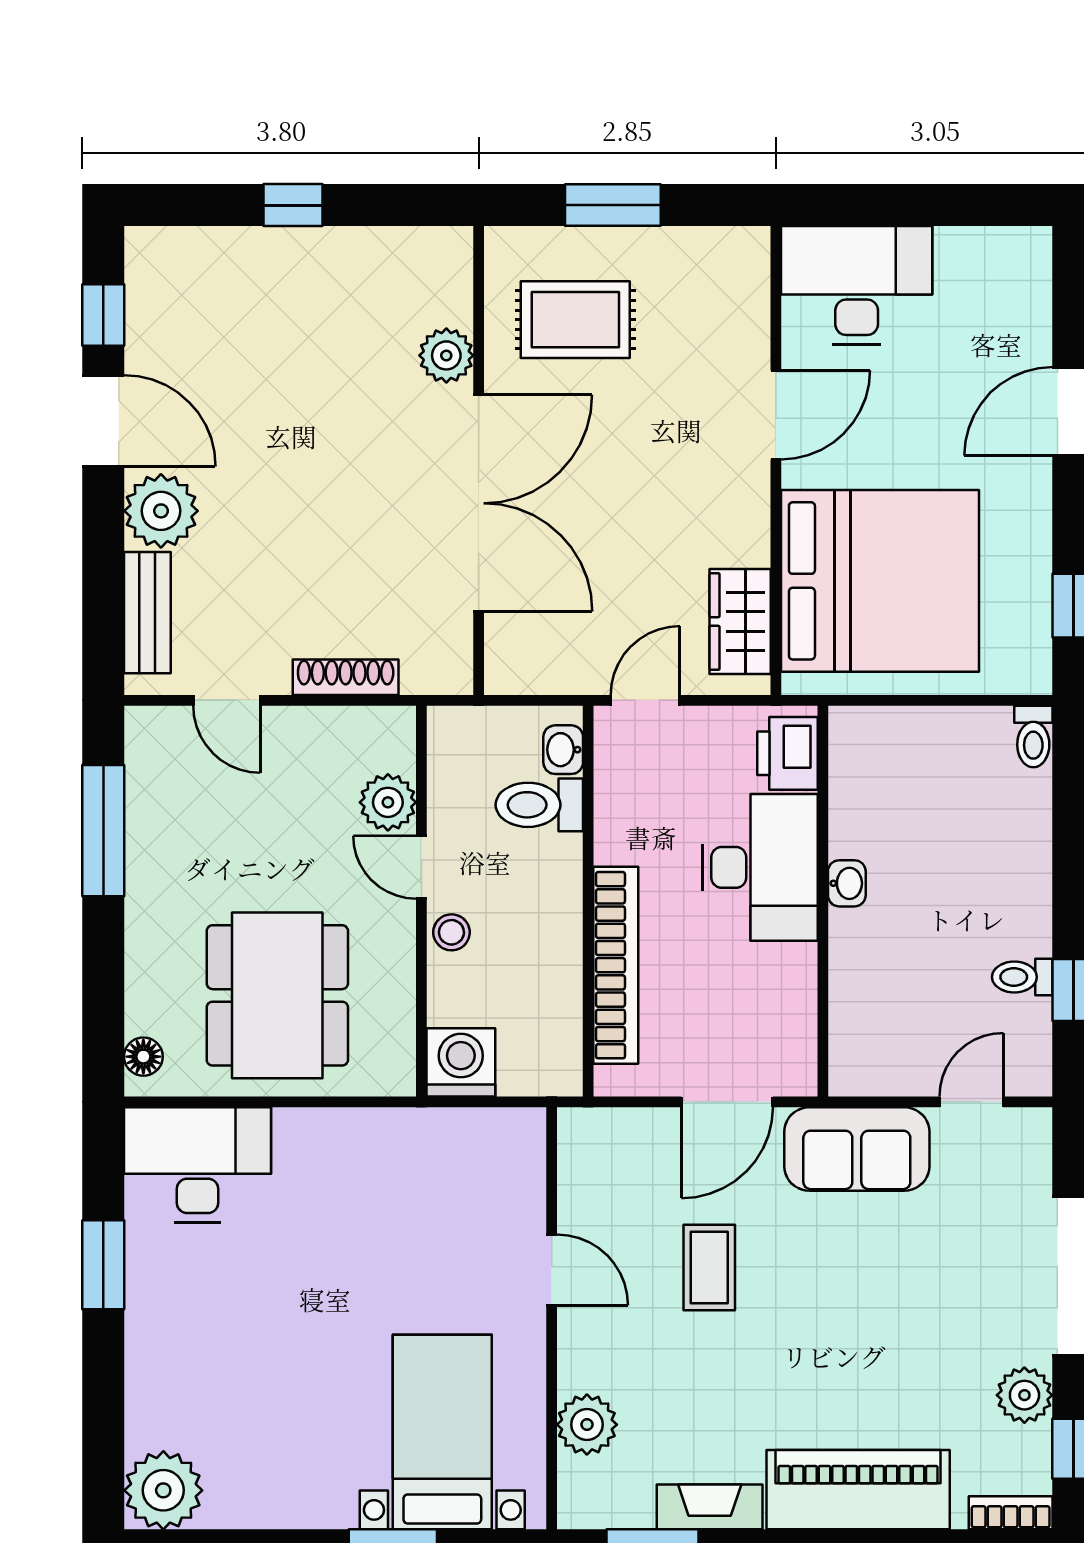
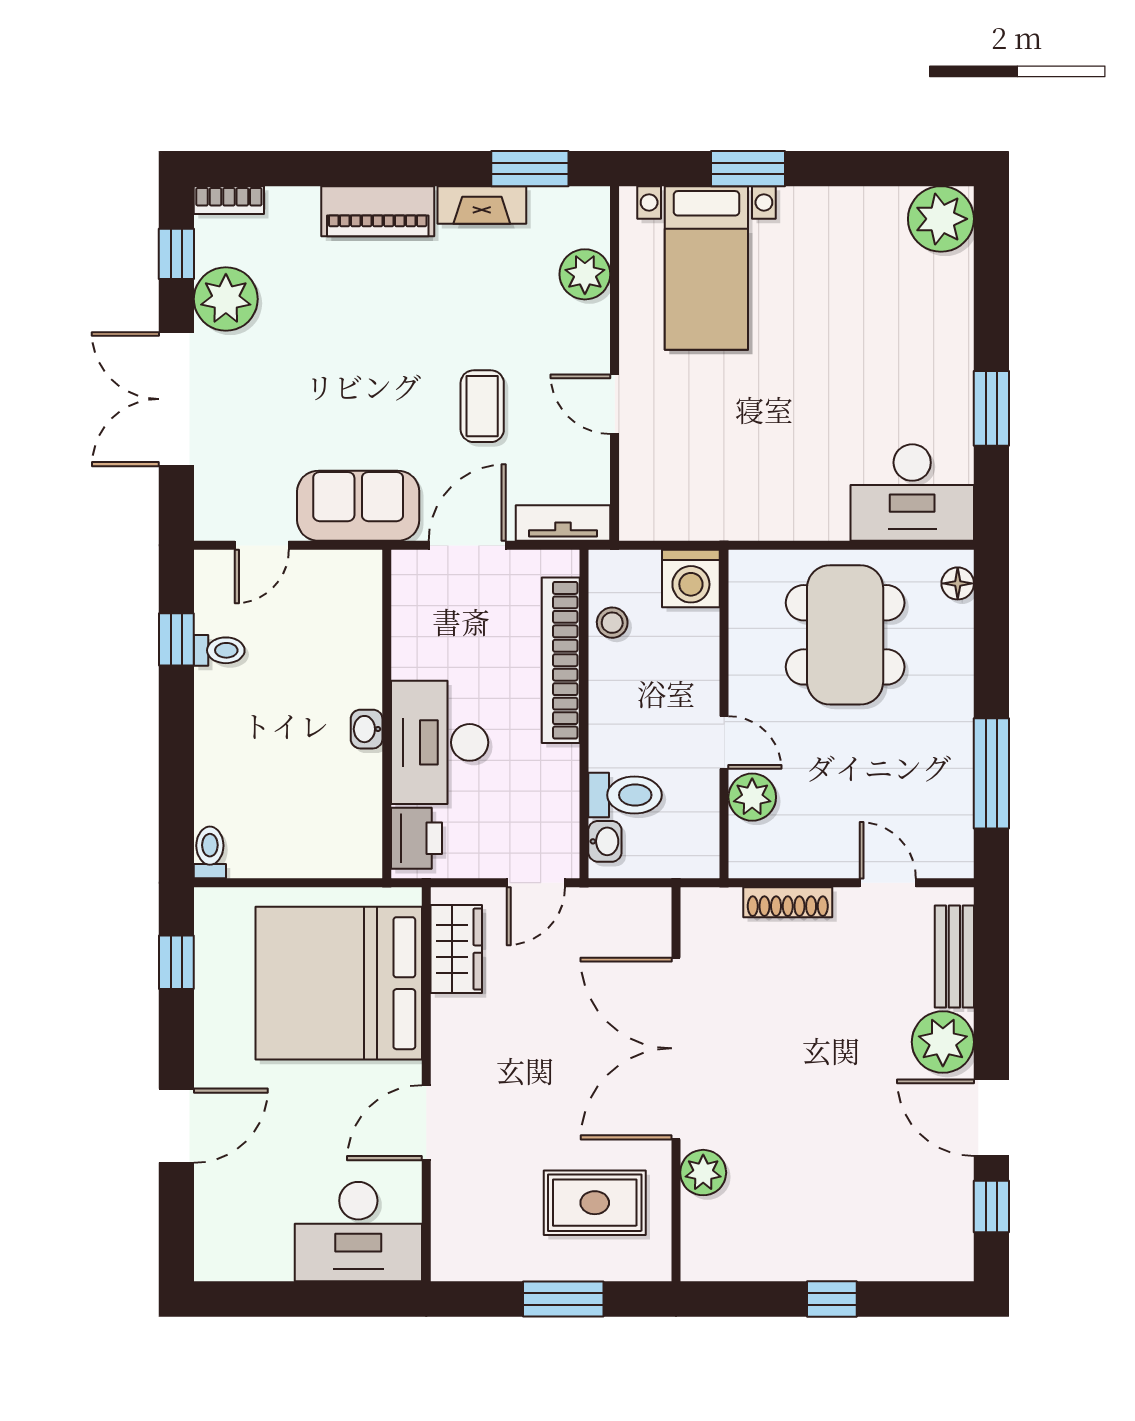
stool: (451, 932) -> (612, 623), moved
tv unit: (613, 1128) -> (563, 523), added
plant: (1024, 1395) -> (226, 299), width x1.36, depth x1.36
piano: (858, 1490) -> (378, 211), width x0.73, depth x0.75

